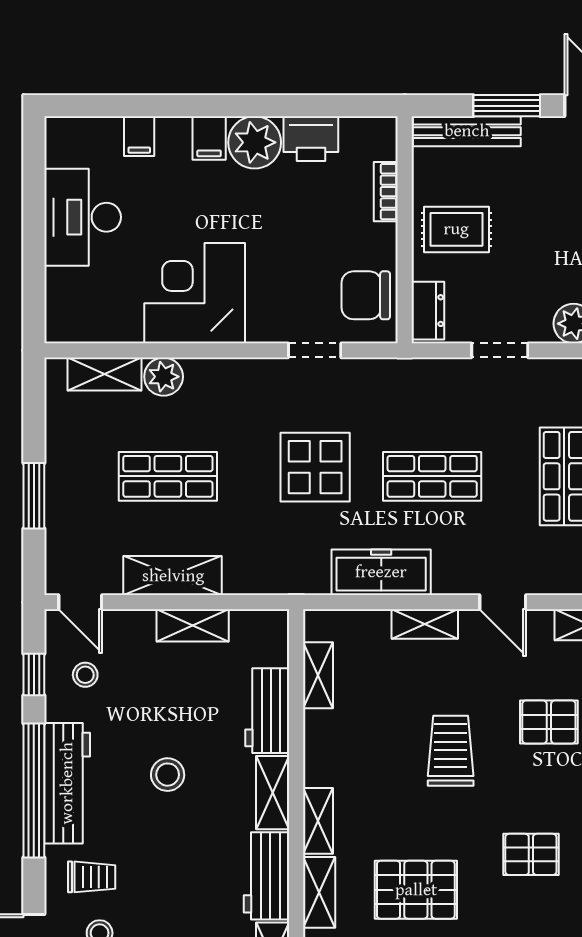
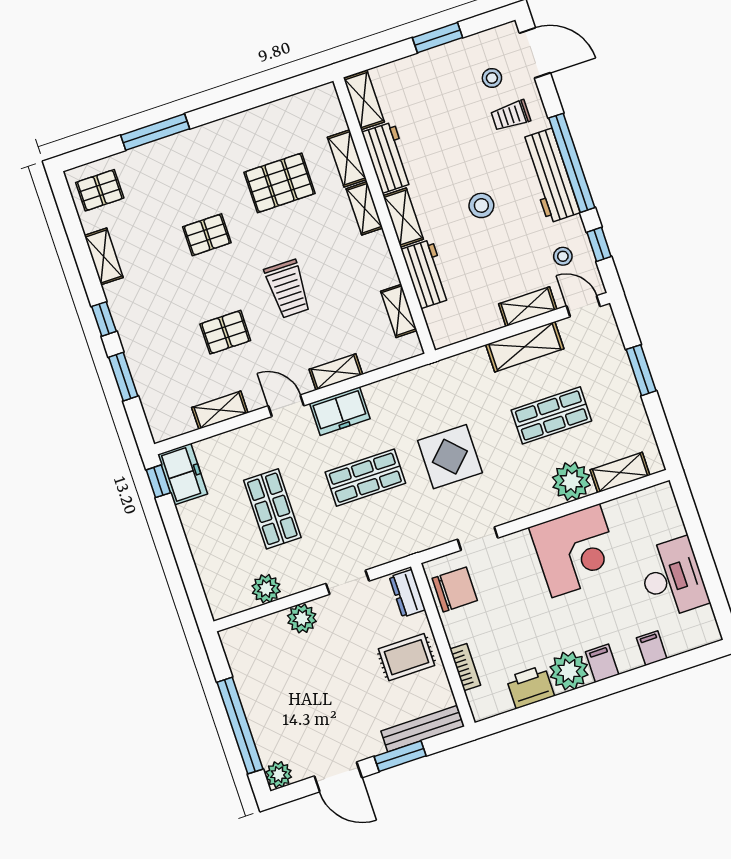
plant: (164, 377) -> (571, 481), width x1.36, depth x1.36
freezer: (381, 572) -> (340, 411), moved, width x0.71
shelving: (193, 625) -> (528, 307), moved

